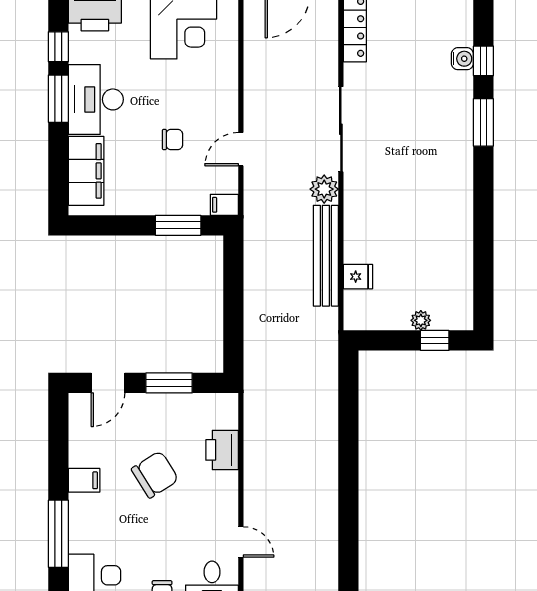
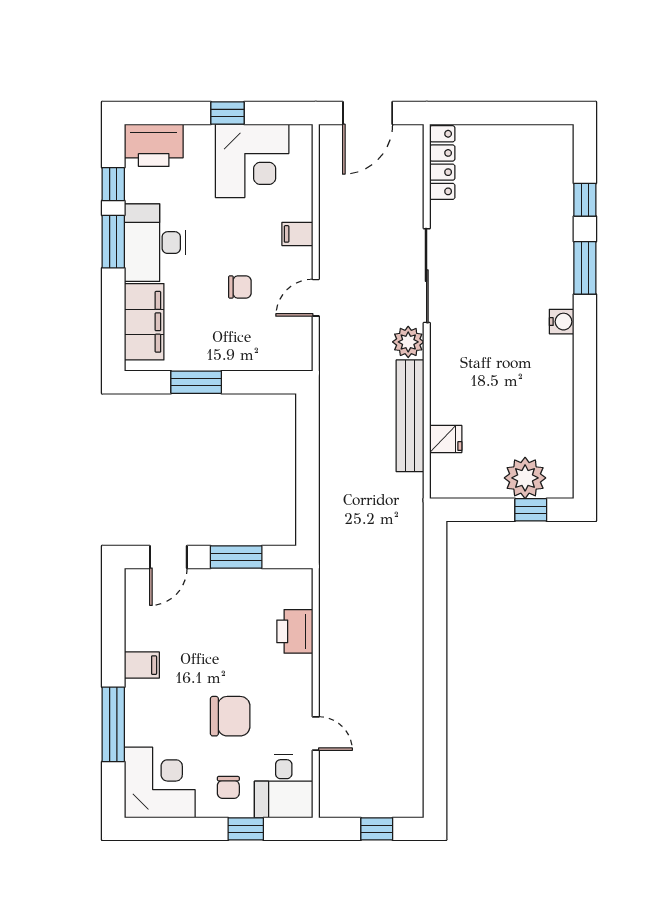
water cooler: (462, 59) -> (562, 322), moved
filing cabinet: (224, 205) -> (297, 234), moved
window: (178, 225) -> (196, 382), moved
plant: (421, 320) -> (525, 478), width x1.87, depth x1.87
chair: (155, 474) -> (230, 716), moved, turned 32

